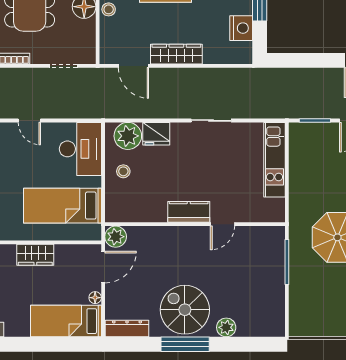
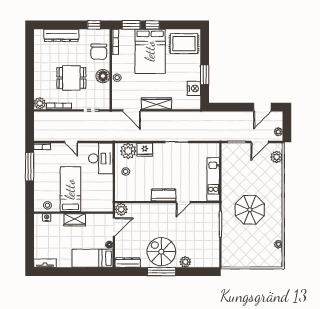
kitchen unit: (274, 160) -> (213, 179), moved
bed: (62, 206) -> (70, 189), moved, turned 90

